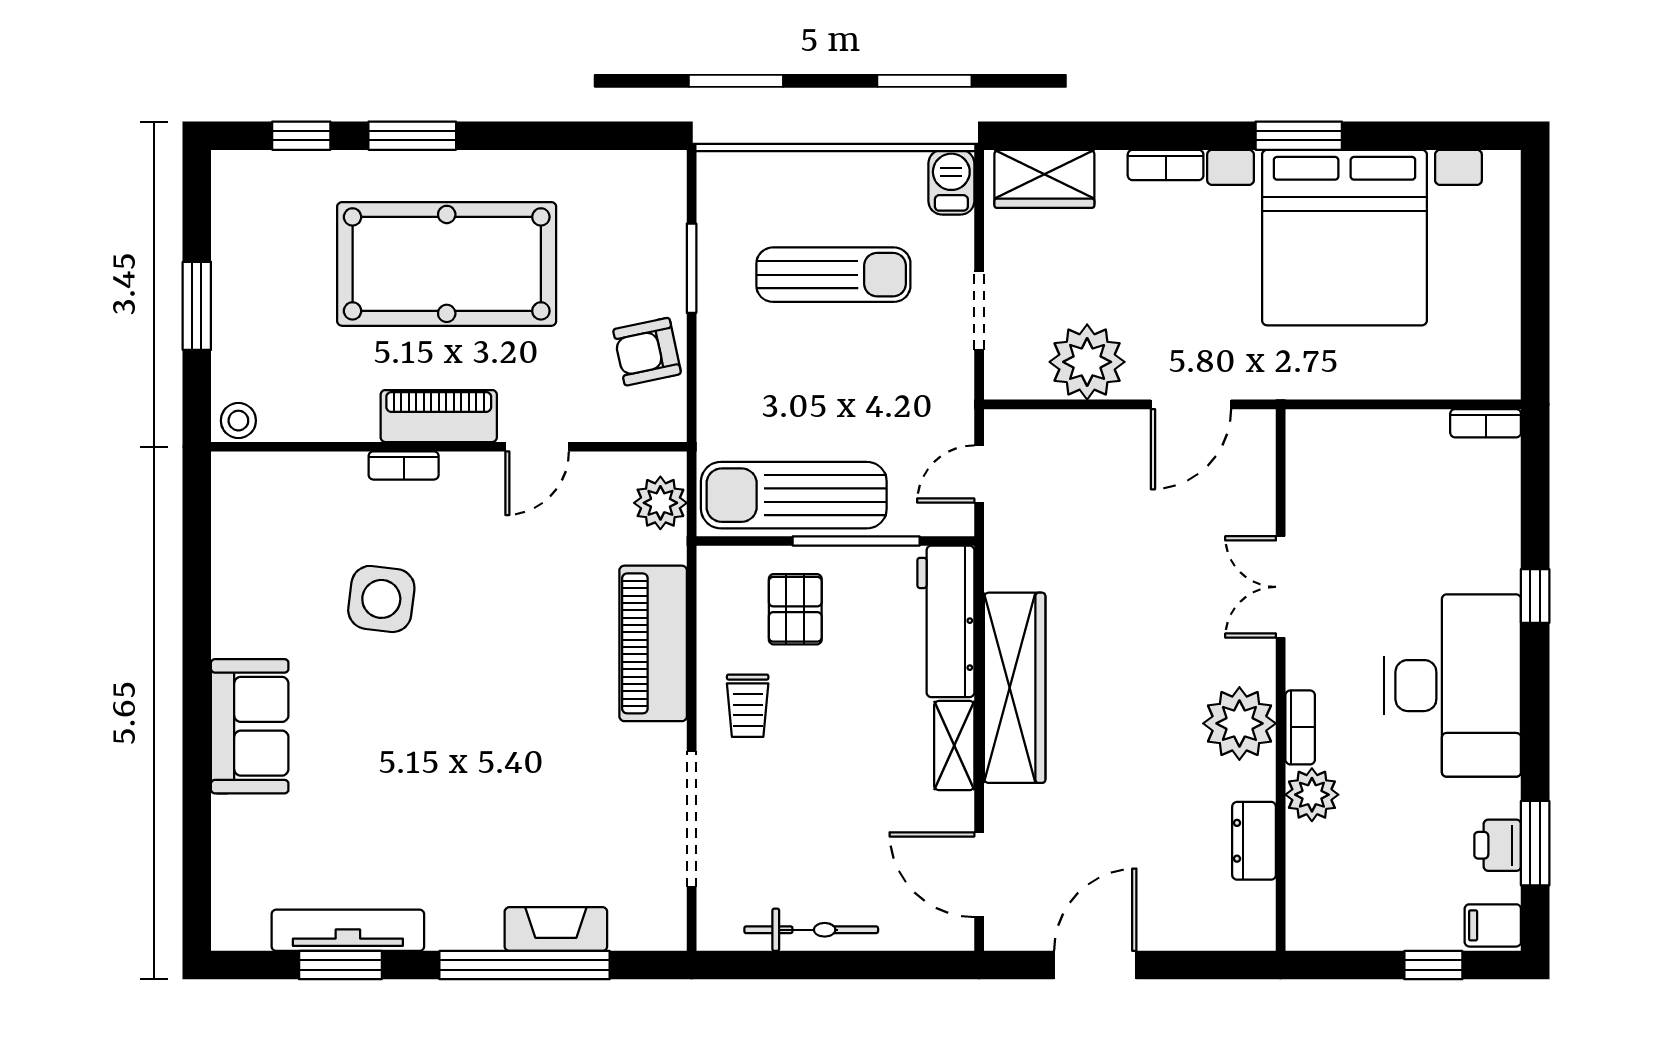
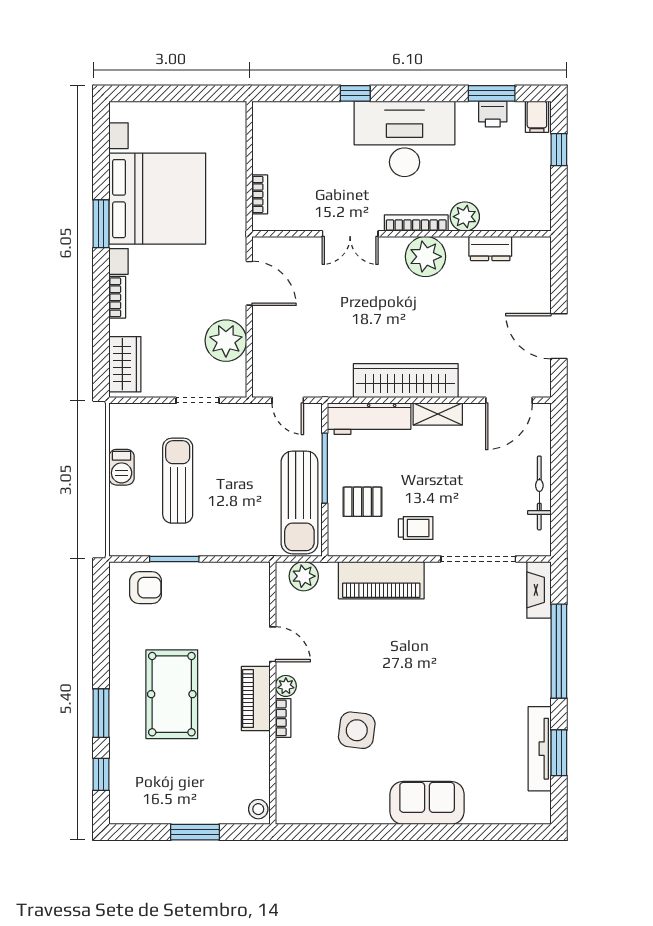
barbecue: (951, 182) -> (122, 467), moved, turned -90
pool table: (447, 264) -> (172, 694), width x0.73, depth x0.76
armchair: (647, 352) -> (146, 588), moved, turned -78
bookcase: (1486, 423) -> (260, 194), moved
plant: (462, 471) -> (286, 686), added
bookcase: (1300, 727) -> (416, 223), width x1.56
fireplace: (556, 929) -> (539, 590), moved

